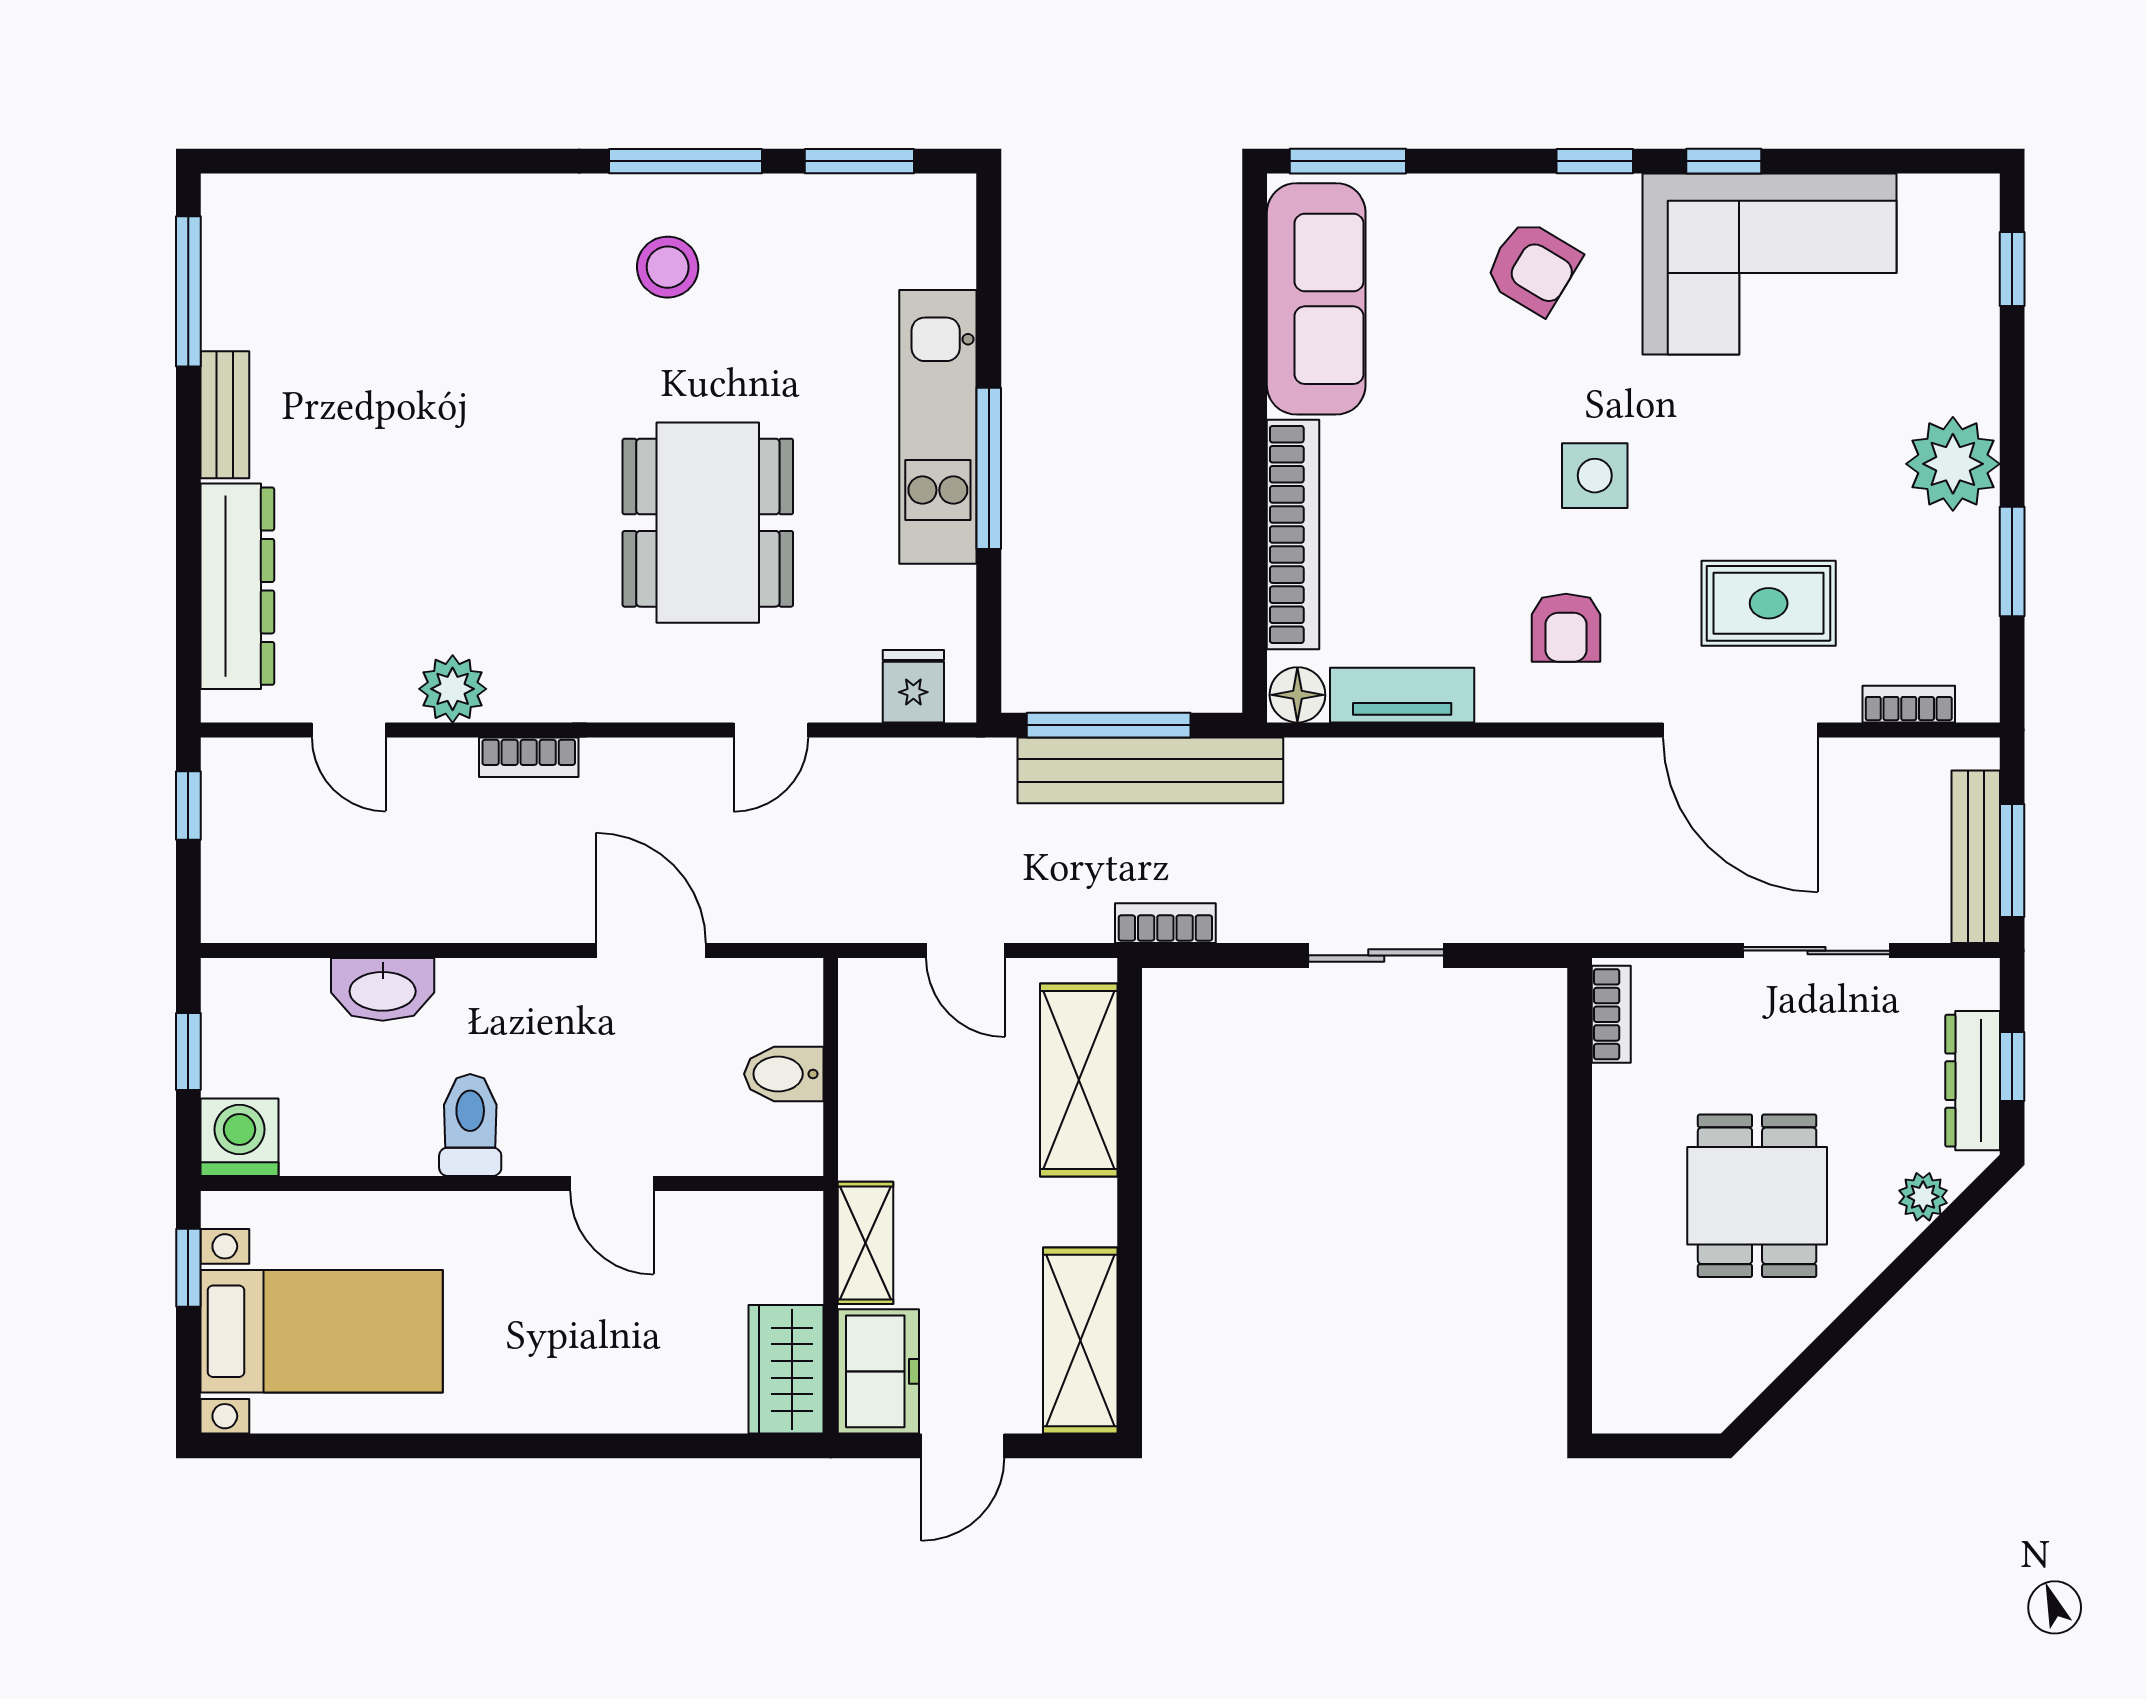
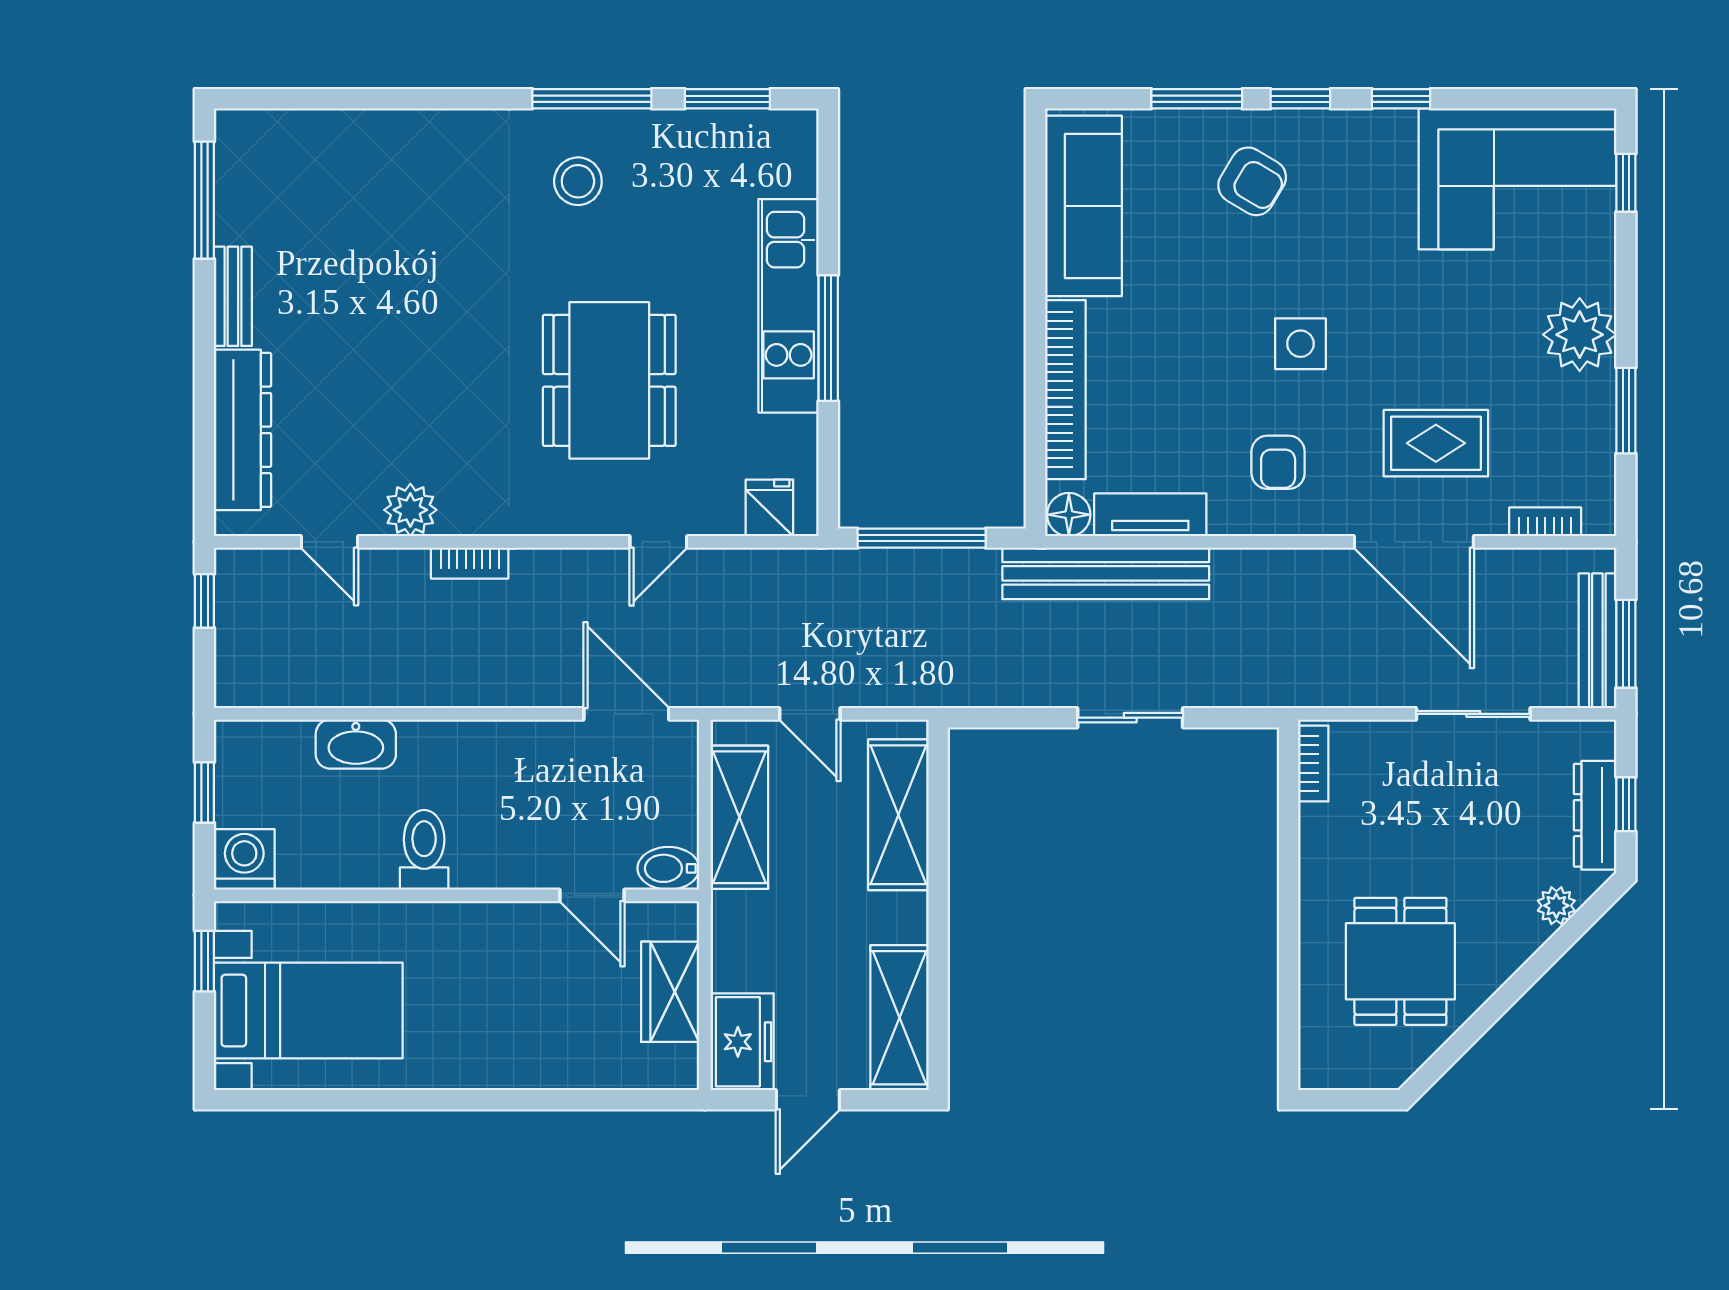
window: (1348, 161) -> (1197, 99), moved
corner sofa: (1769, 264) -> (1517, 179), moved
bench: (1150, 770) -> (1106, 573), moved
bookcase: (1165, 923) -> (966, 693), removed
door: (651, 951) -> (626, 714), moved
bidet: (784, 1074) -> (668, 868), moved
door: (612, 1183) -> (592, 895), moved
dining table: (1757, 1196) -> (1400, 961), moved
shelving: (866, 1243) -> (739, 817), moved, width x1.50, depth x1.33
wardrobe: (786, 1369) -> (670, 992), moved

